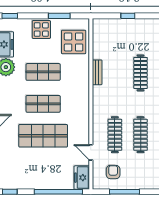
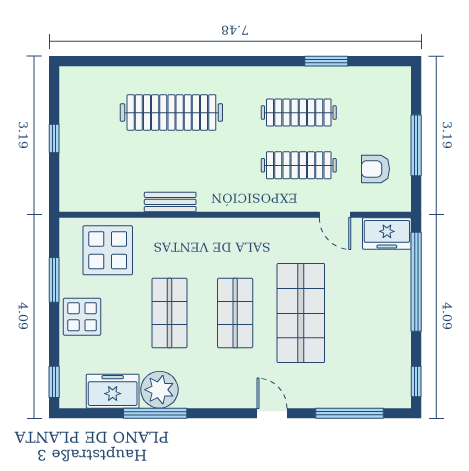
clothes rail: (141, 73) -> (171, 113), width x1.37, depth x1.31
door: (91, 152) -> (335, 215), hinge flipped

